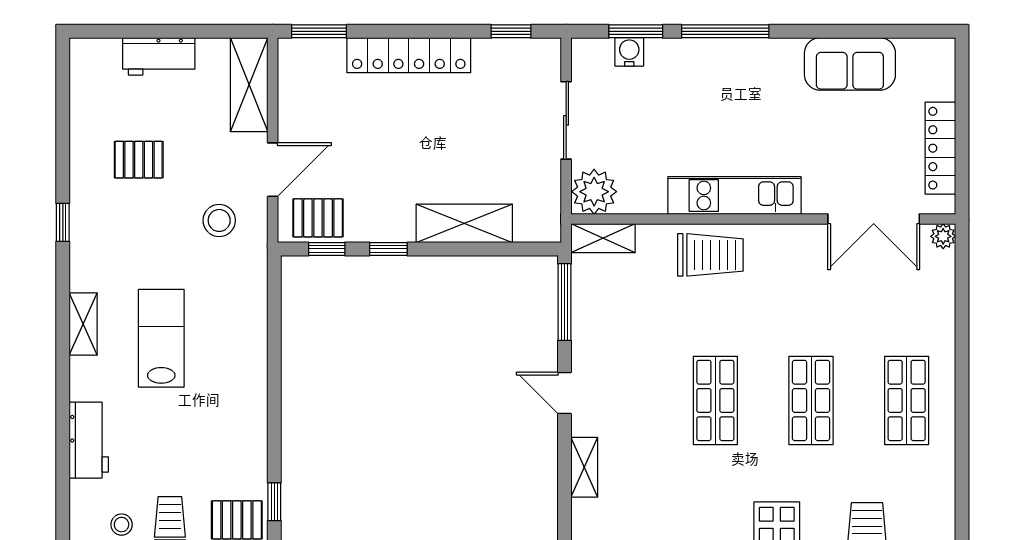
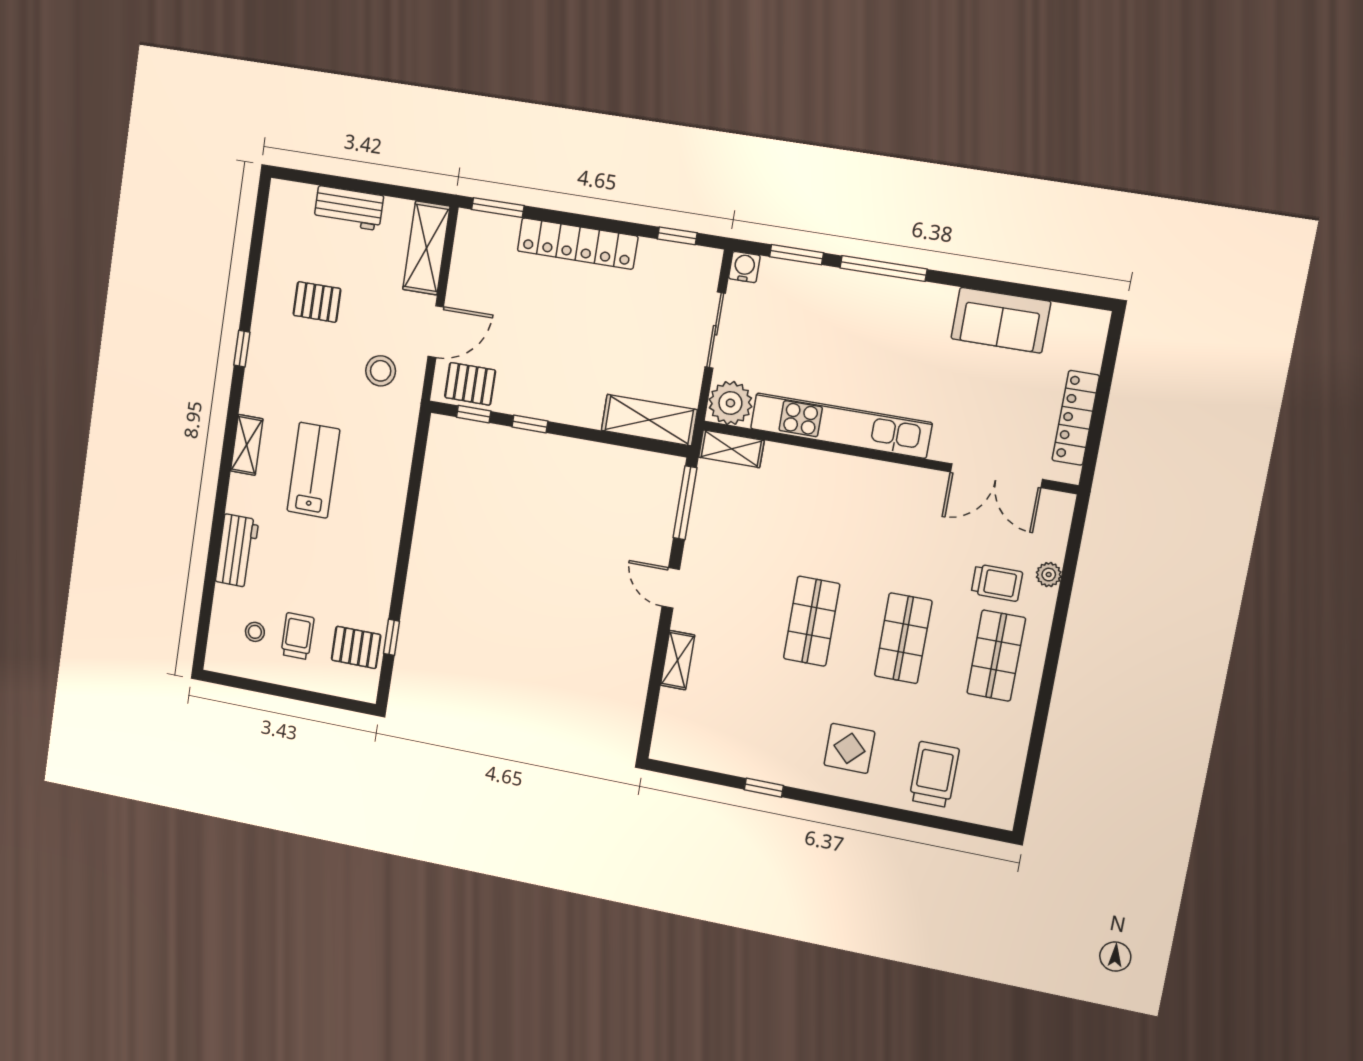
water cooler: (629, 52) -> (744, 267), moved
kitchen unit: (735, 195) -> (841, 426), width x1.36
shelving: (464, 223) -> (649, 420), moved
plant: (943, 236) -> (1049, 575), moved
trolley: (710, 255) -> (997, 583), moved, width x0.73, depth x0.72

